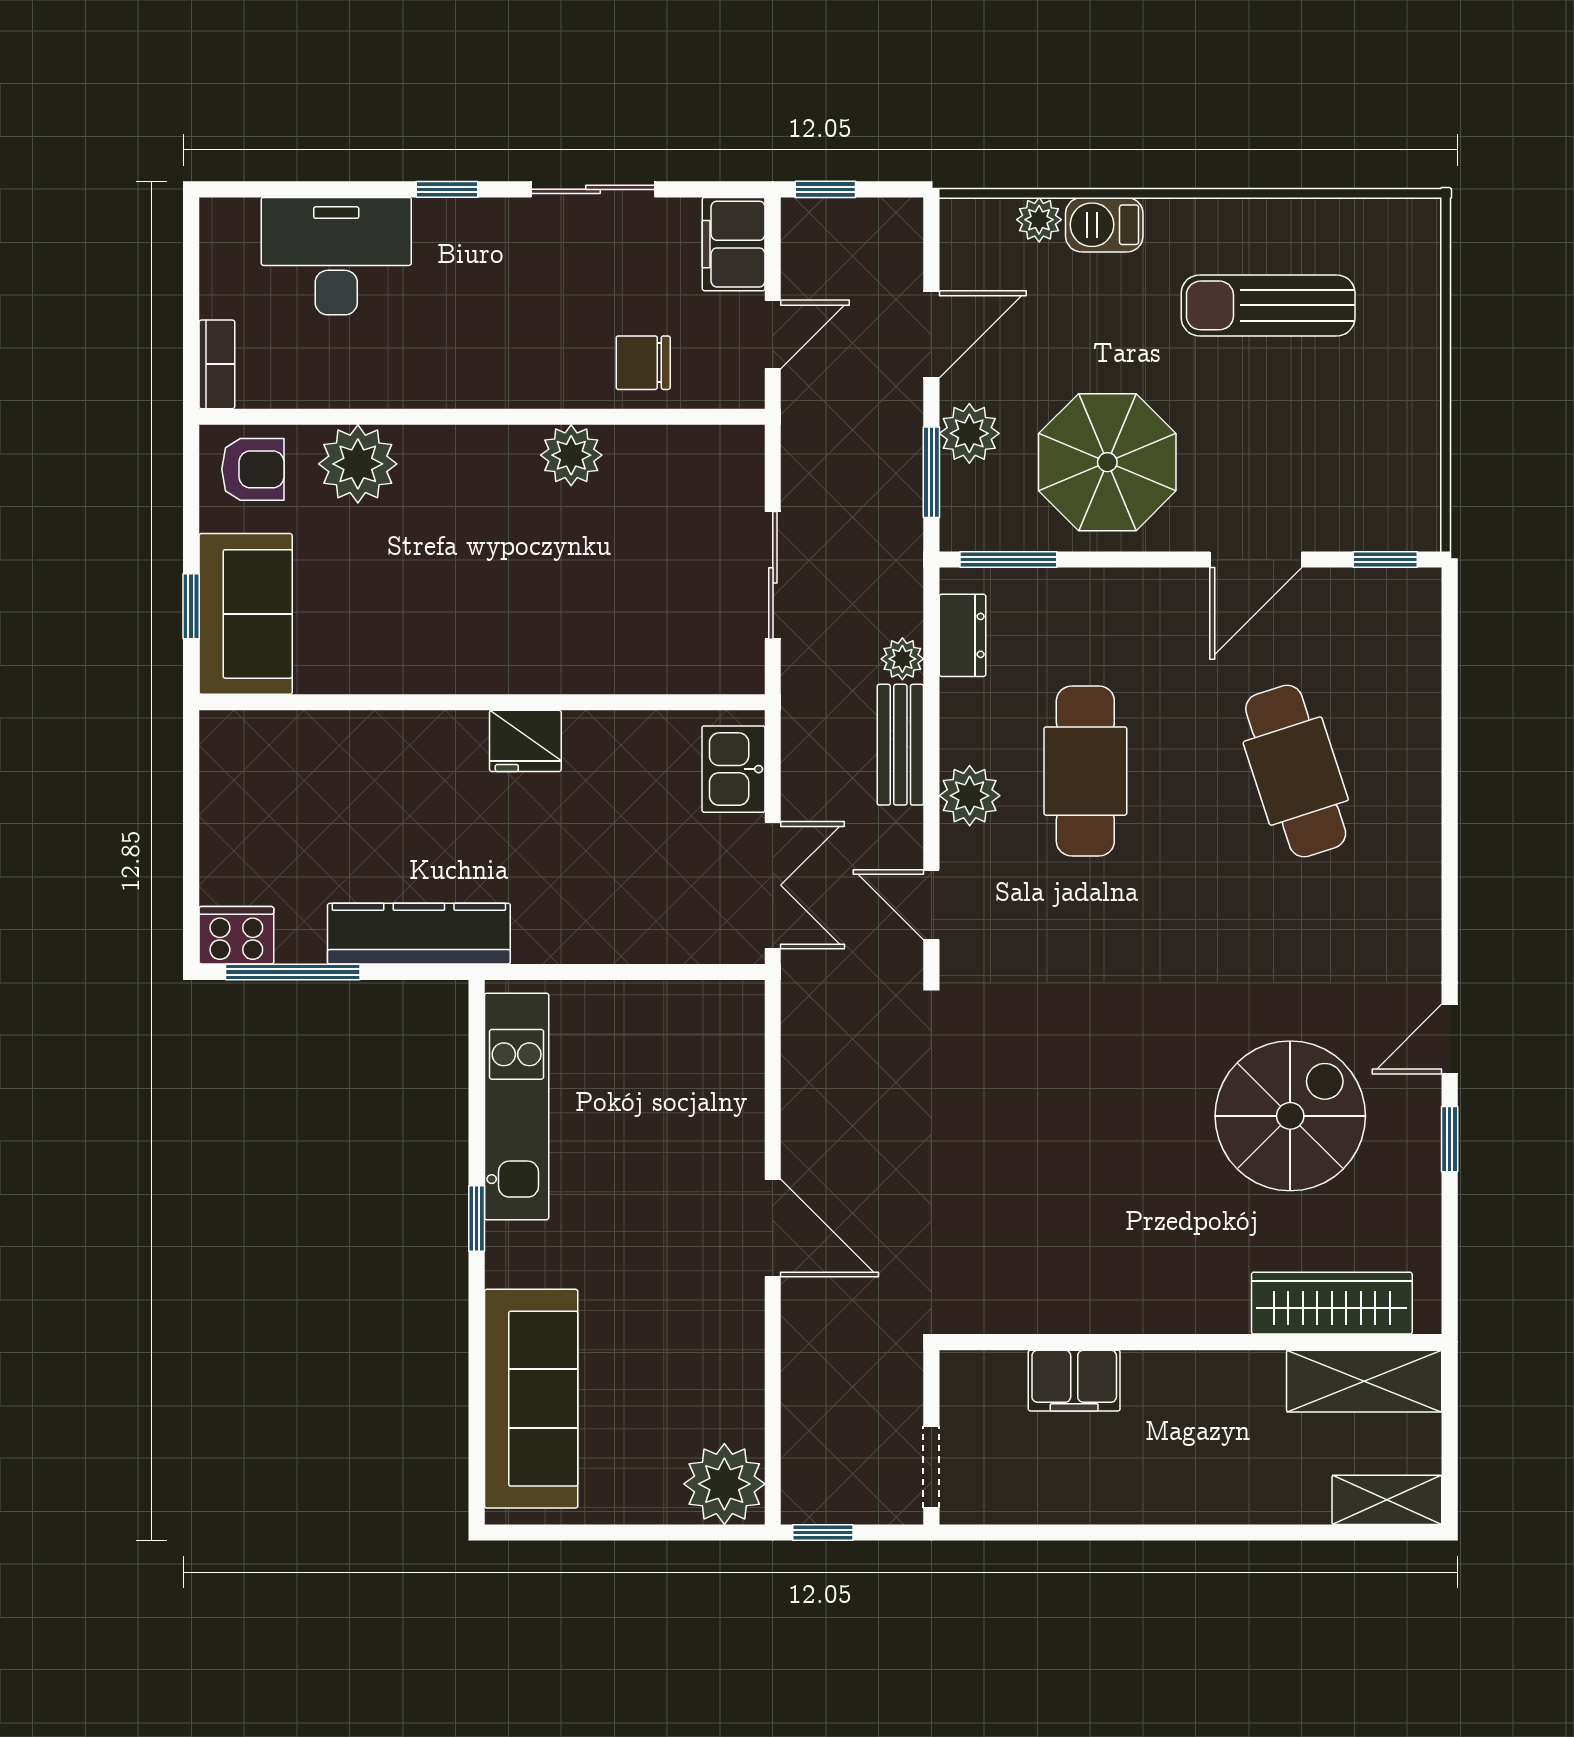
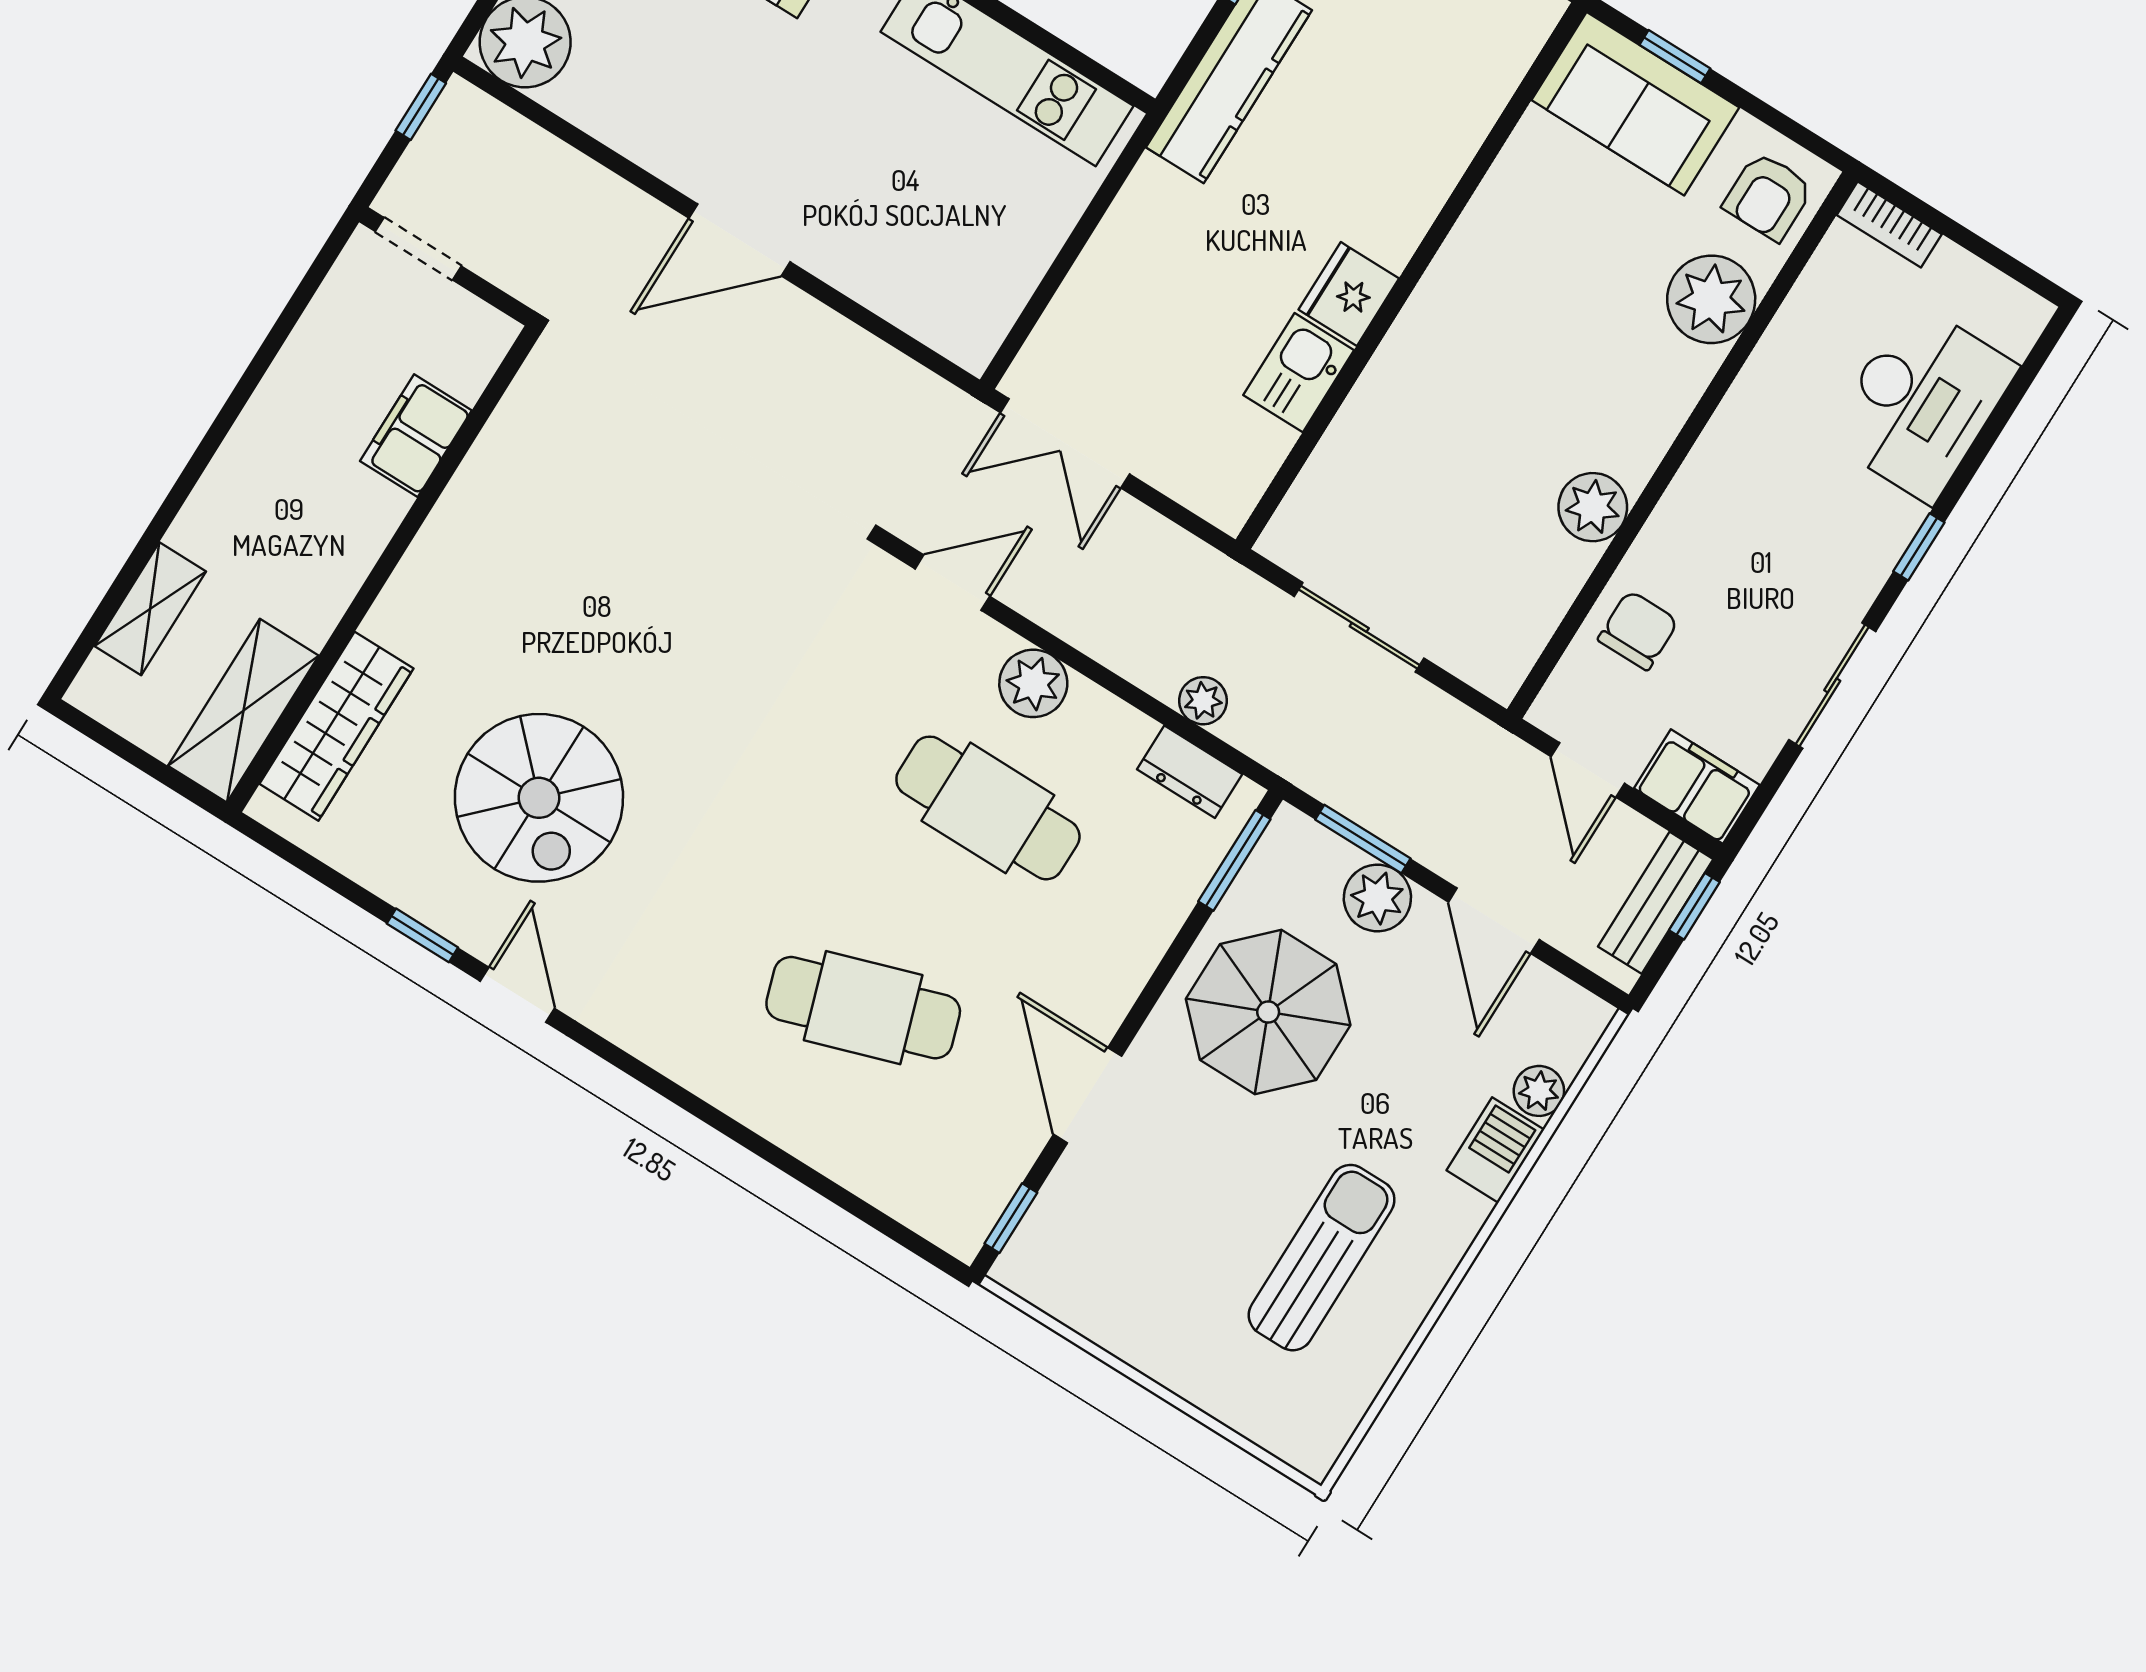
bench: (900, 745) -> (1656, 903), moved, turned 90
kitchen sink: (733, 769) -> (1299, 373), moved, turned -90
shelving: (1387, 1500) -> (150, 609), moved

